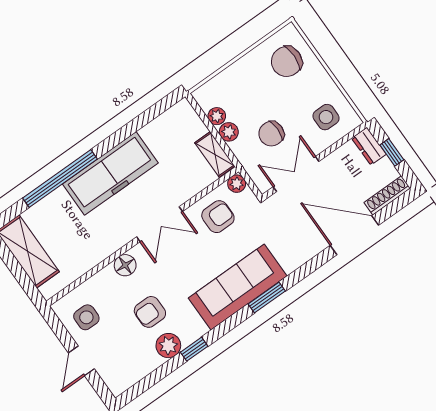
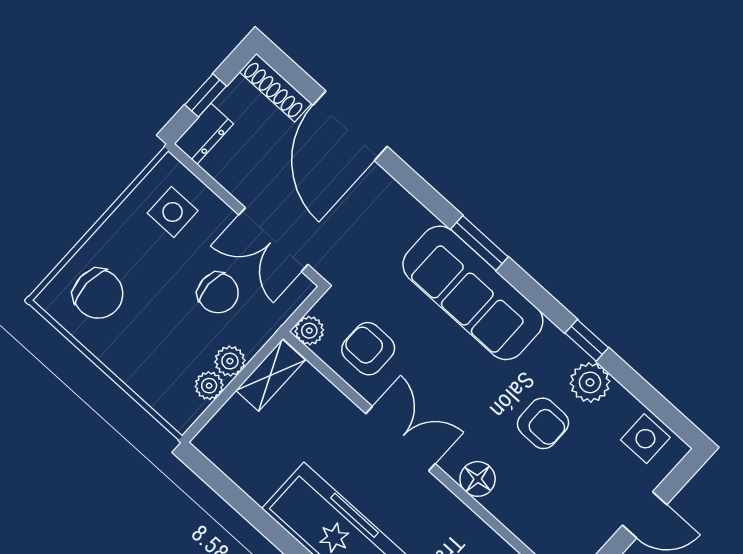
side table: (86, 317) -> (645, 439), moved

